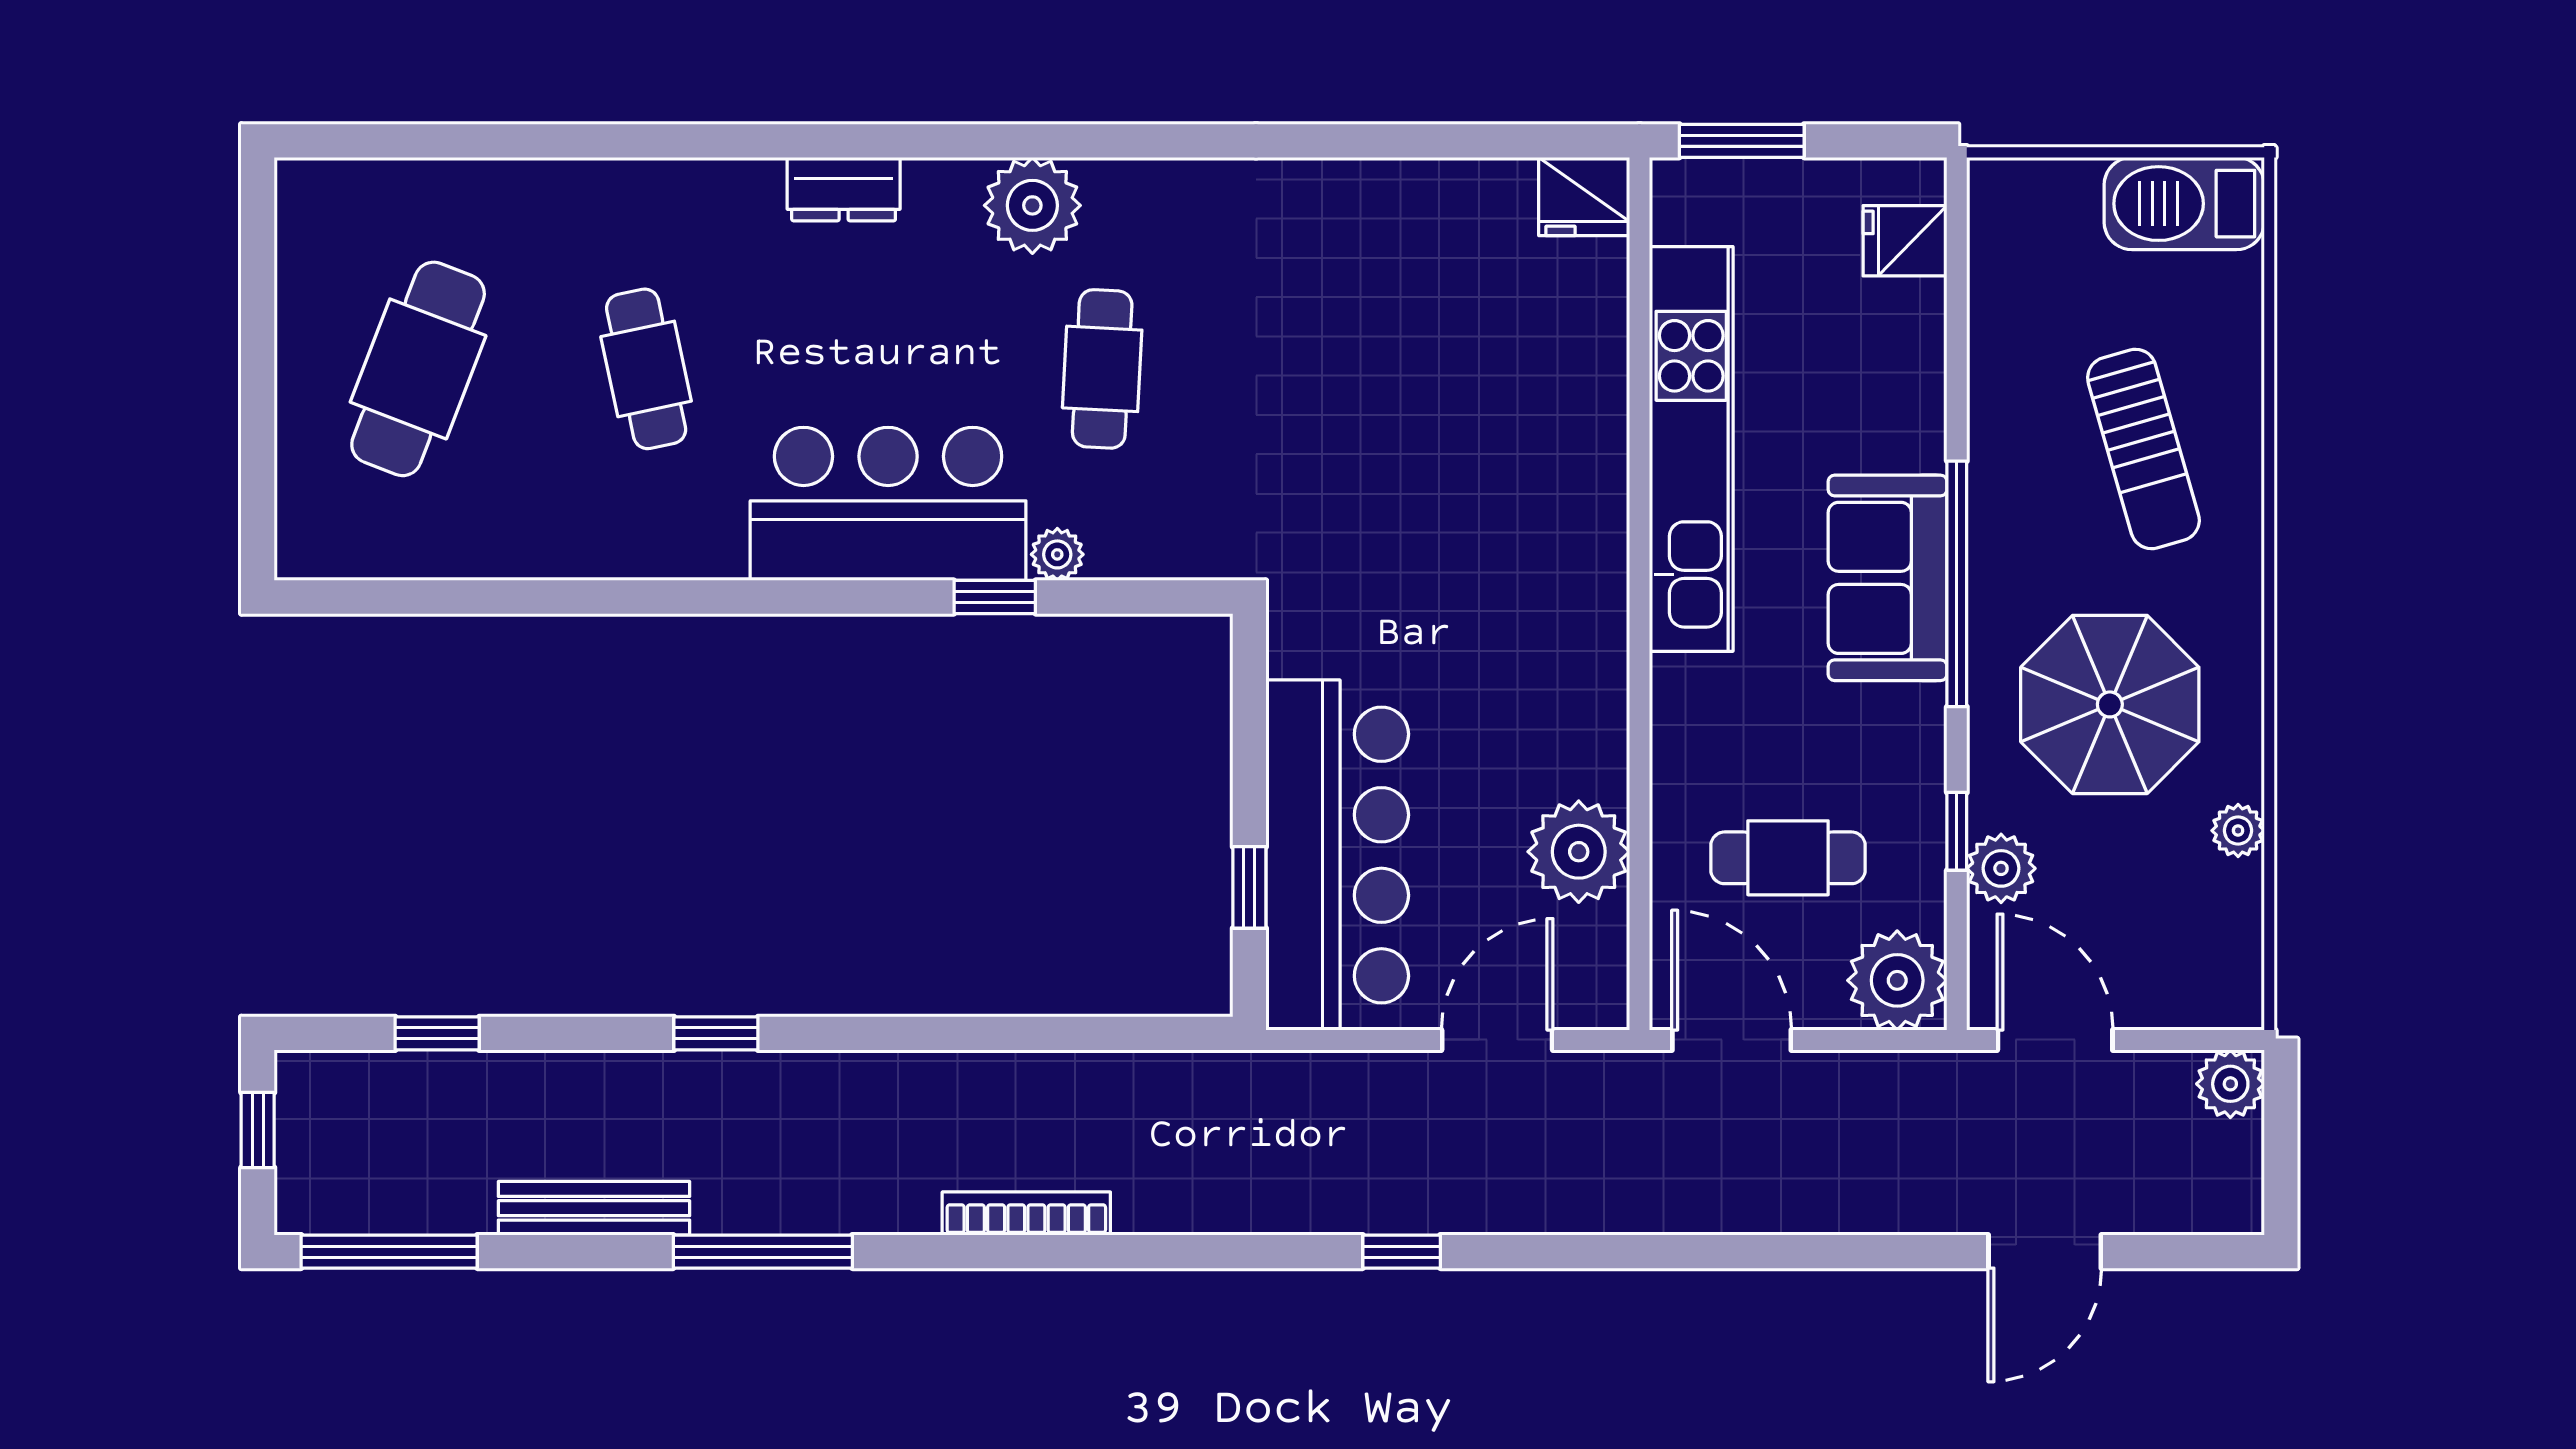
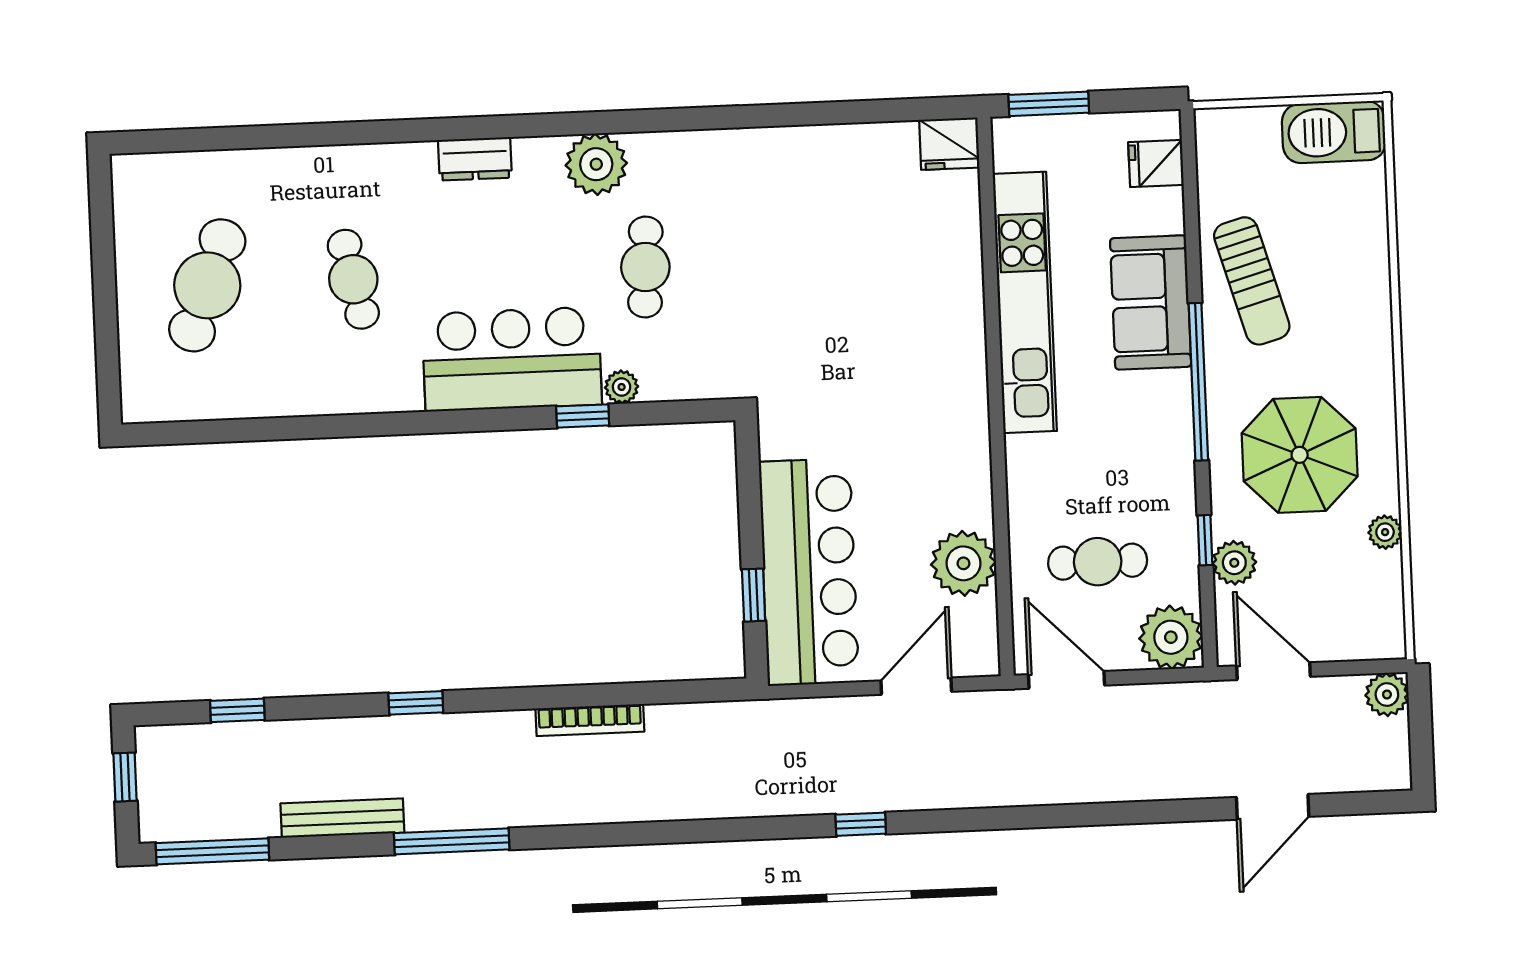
sun lounger: (2143, 449) -> (1252, 281), moved
sofa: (1888, 578) -> (1151, 302), moved
bookcase: (1026, 1213) -> (590, 720), moved, turned 180

